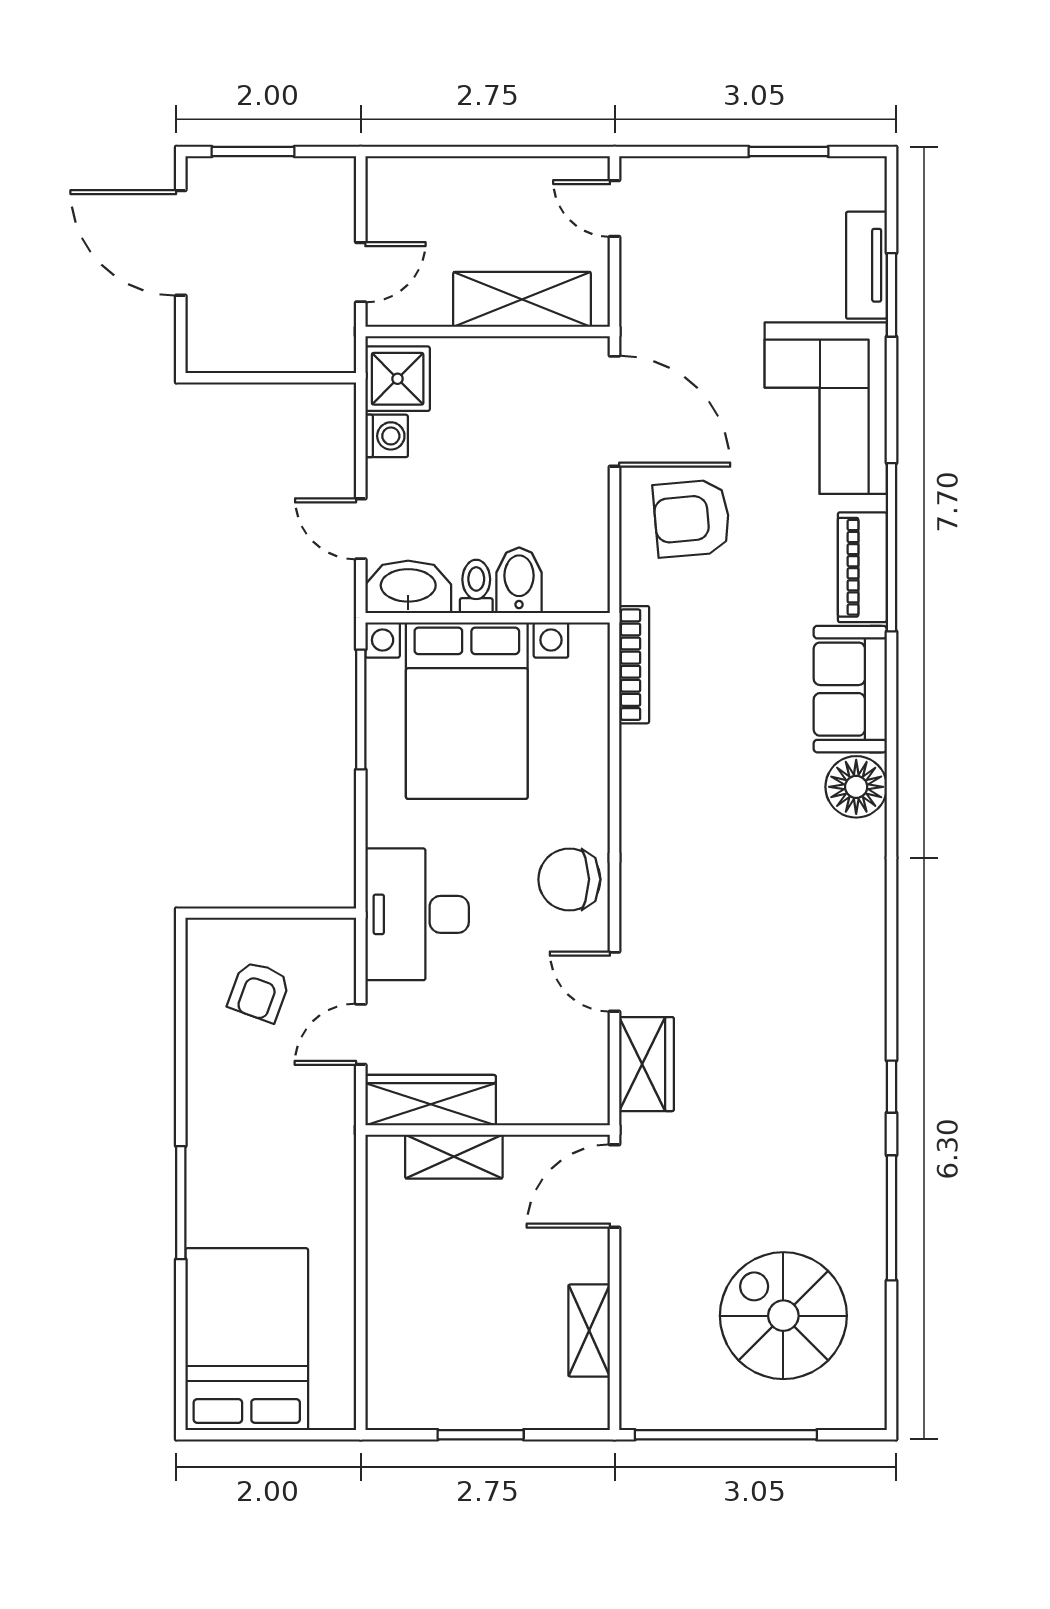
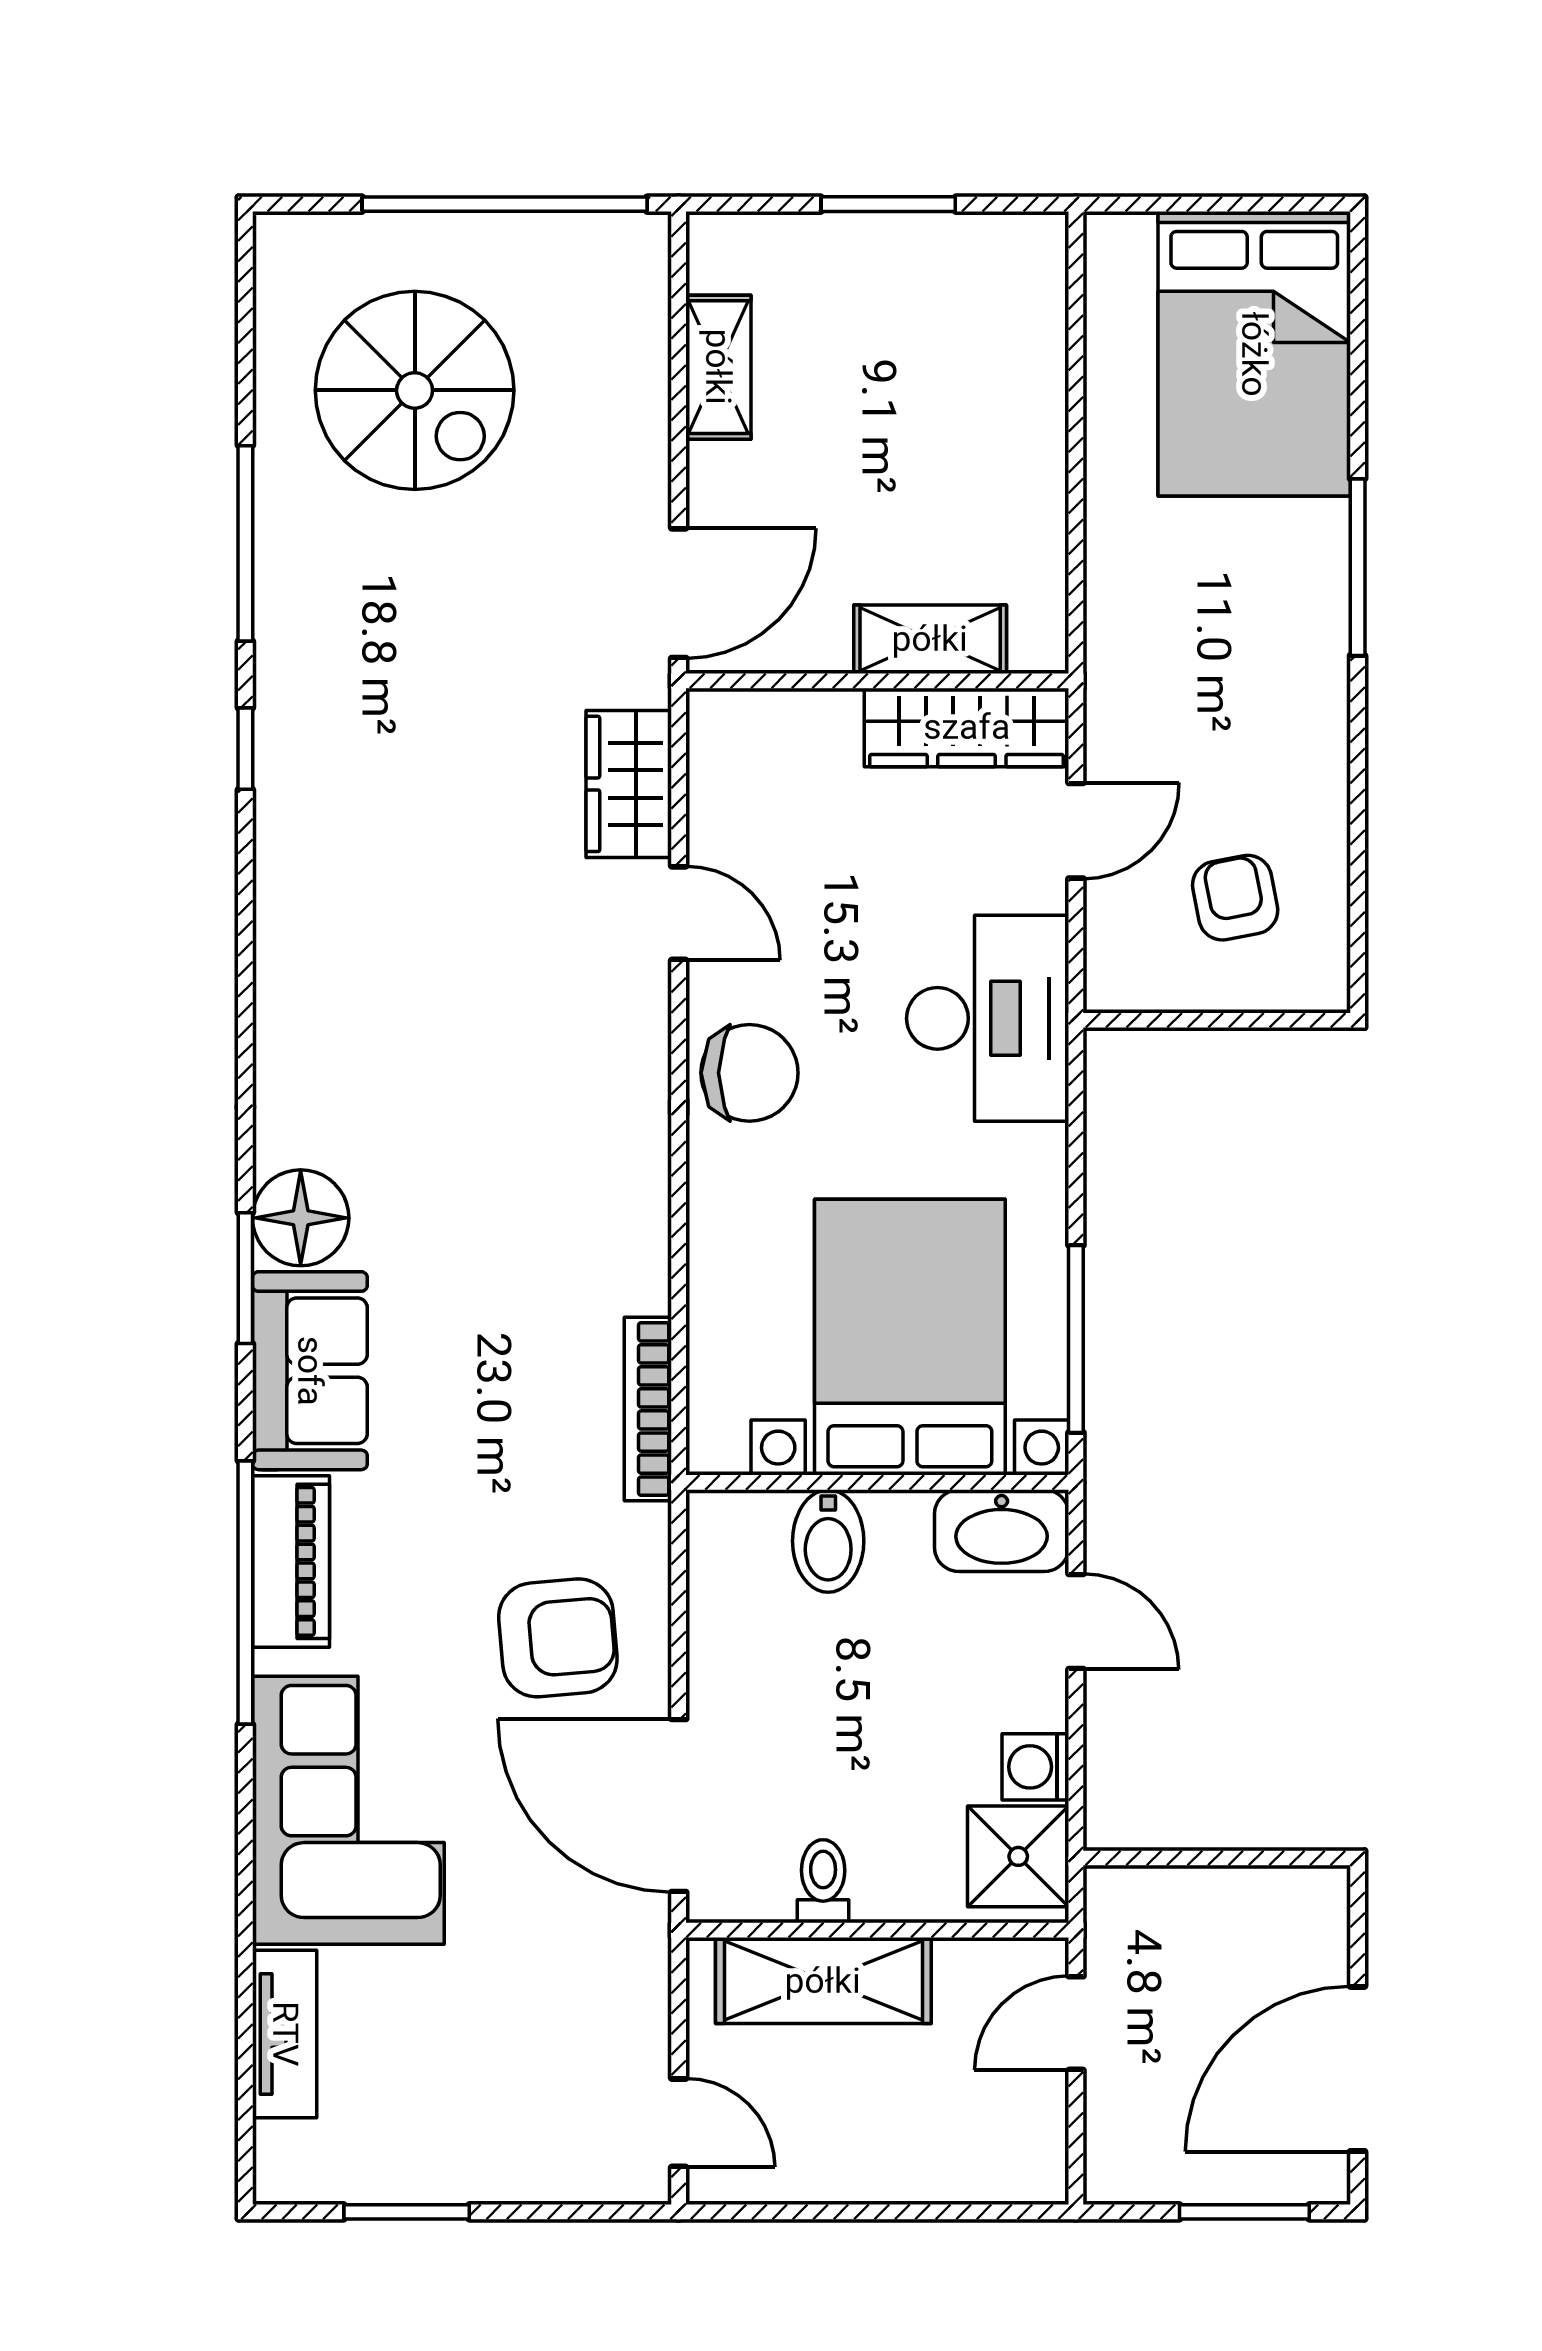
door: (181, 243) -> (1358, 2069), swing flipped
window: (892, 295) -> (245, 1278), moved
toilet: (476, 586) -> (823, 1881), moved, turned 180
armchair: (259, 991) -> (1235, 898), turned -31

